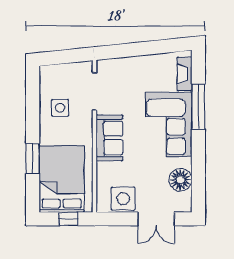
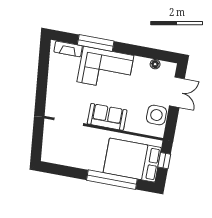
side table: (60, 108) -> (76, 151), removed
window: (33, 158) -> (112, 180), width x2.11
floor lamp: (180, 180) -> (155, 64), width x0.53, depth x0.53

